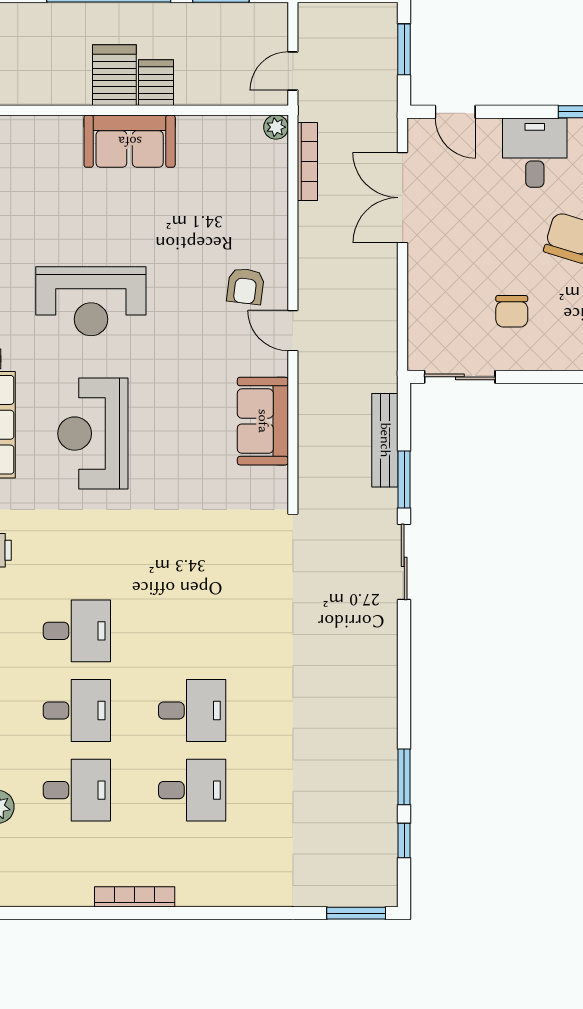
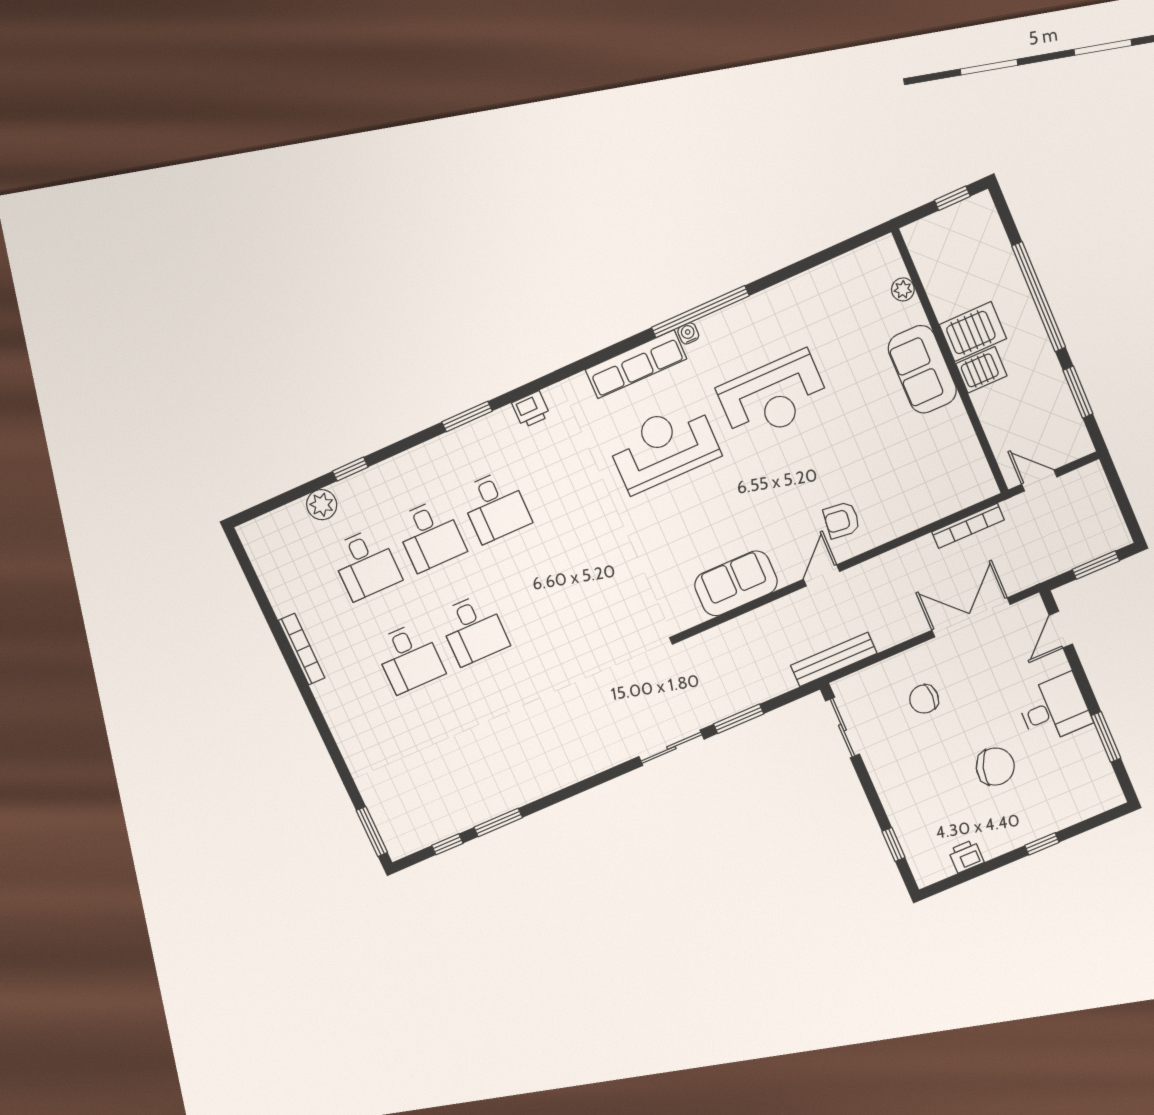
plant: (276, 127) -> (903, 289), moved
reception desk: (91, 301) -> (773, 397), turned -90
chair: (512, 311) -> (924, 699), moved
bench: (385, 440) -> (834, 659), moved

